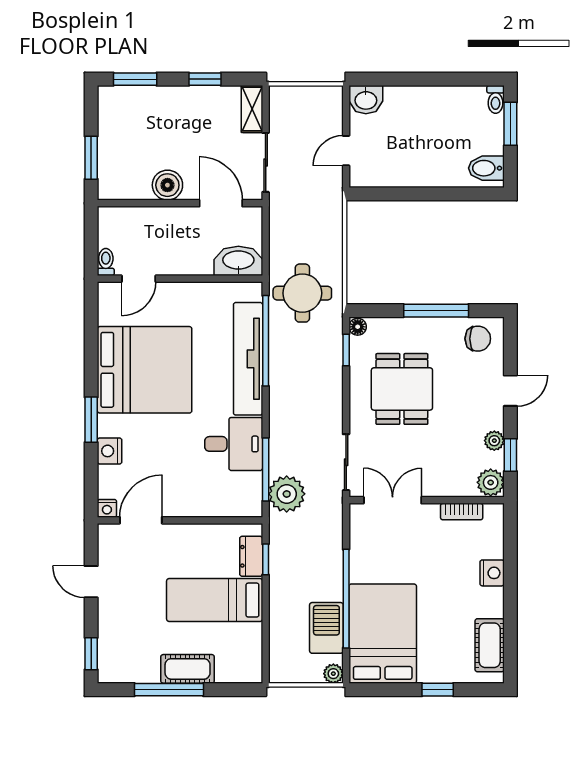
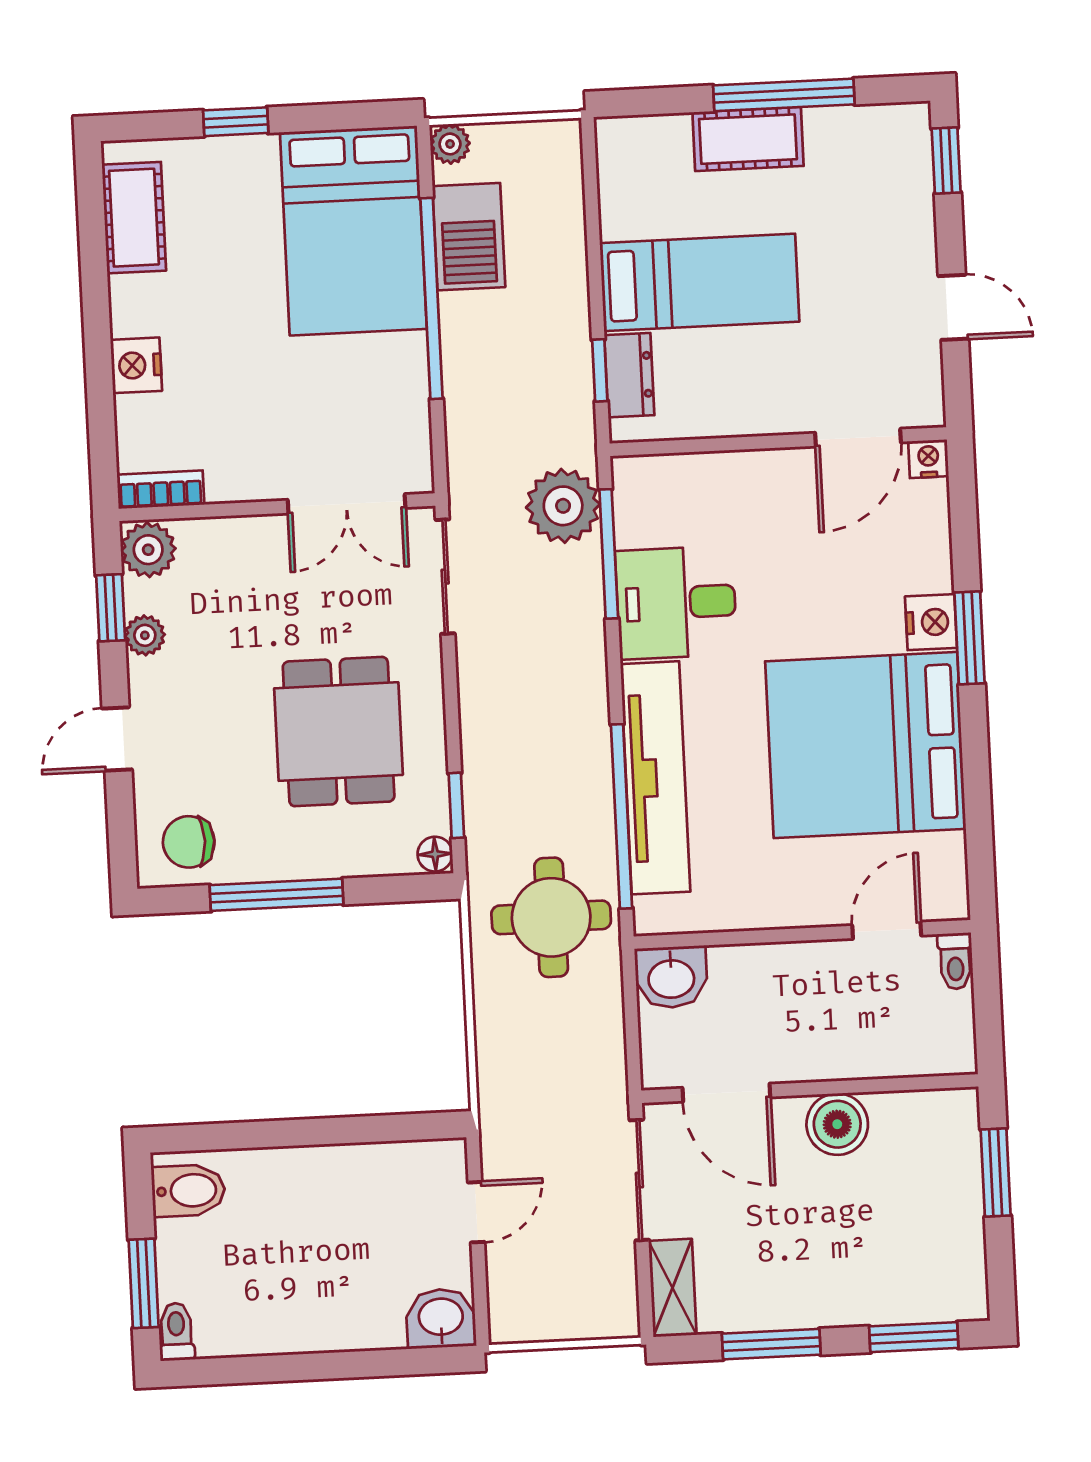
window: (205, 79) -> (771, 1344), width x1.50
washbasin: (238, 261) -> (671, 977), width x0.72
nightstand: (110, 451) -> (931, 622), moved
bookcase: (462, 512) -> (161, 490), moved

